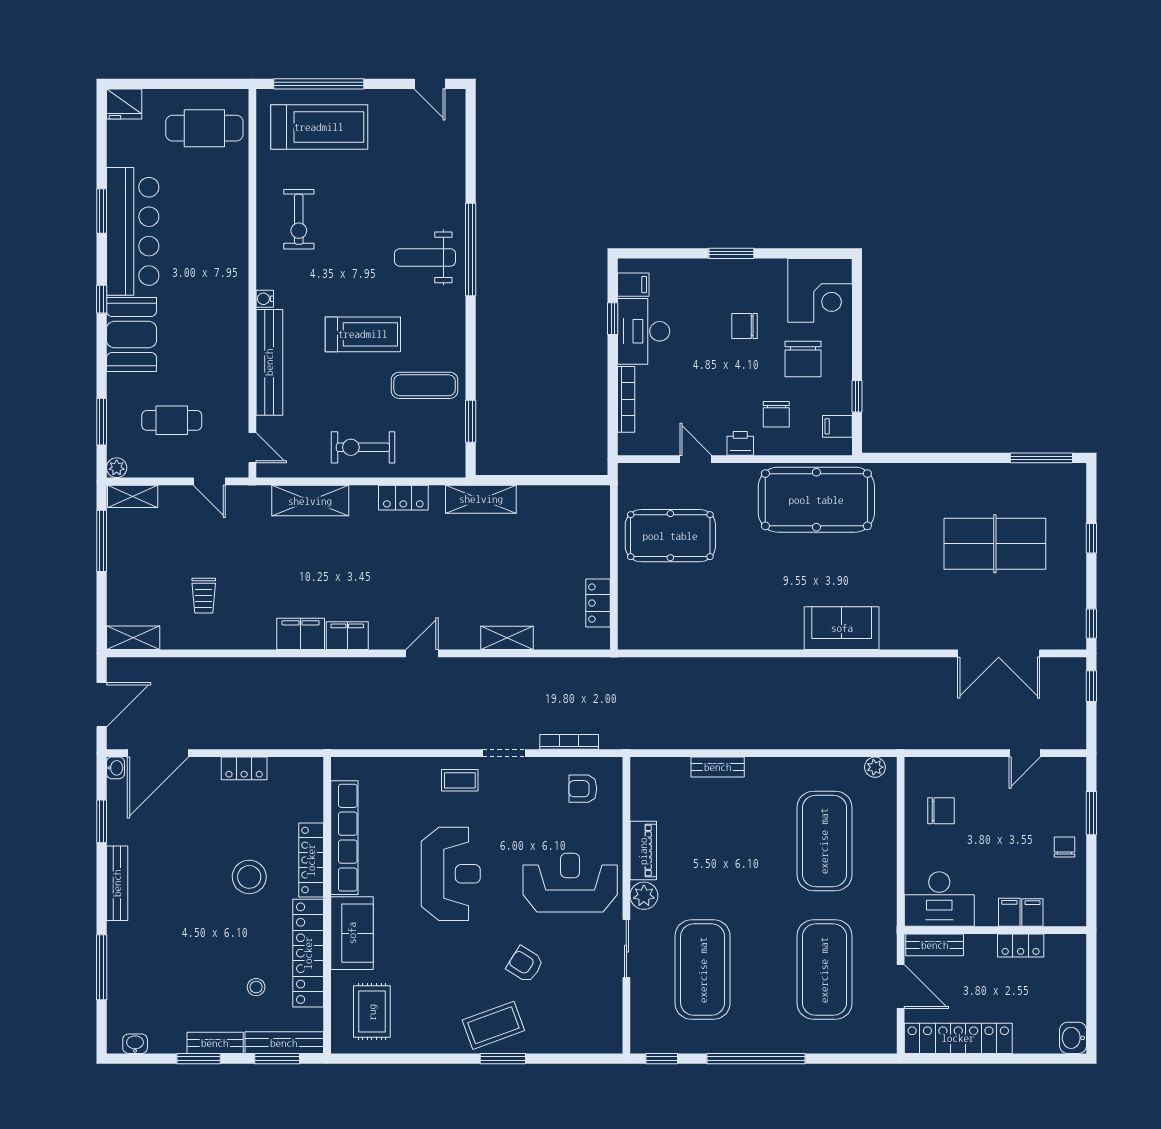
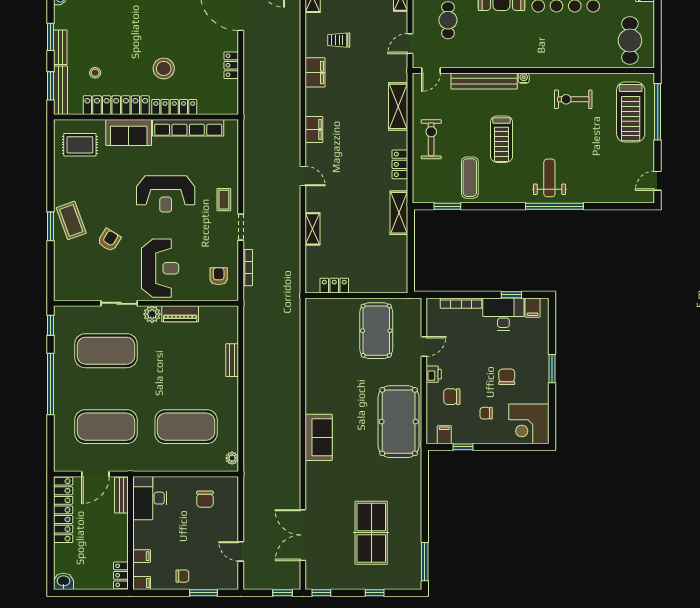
chair: (803, 359) -> (486, 413), width x0.54, depth x0.54
filing cabinet: (301, 634) -> (315, 72), moved
filing cabinet: (1009, 912) -> (142, 583), moved
locker: (1021, 946) -> (121, 575), moved

